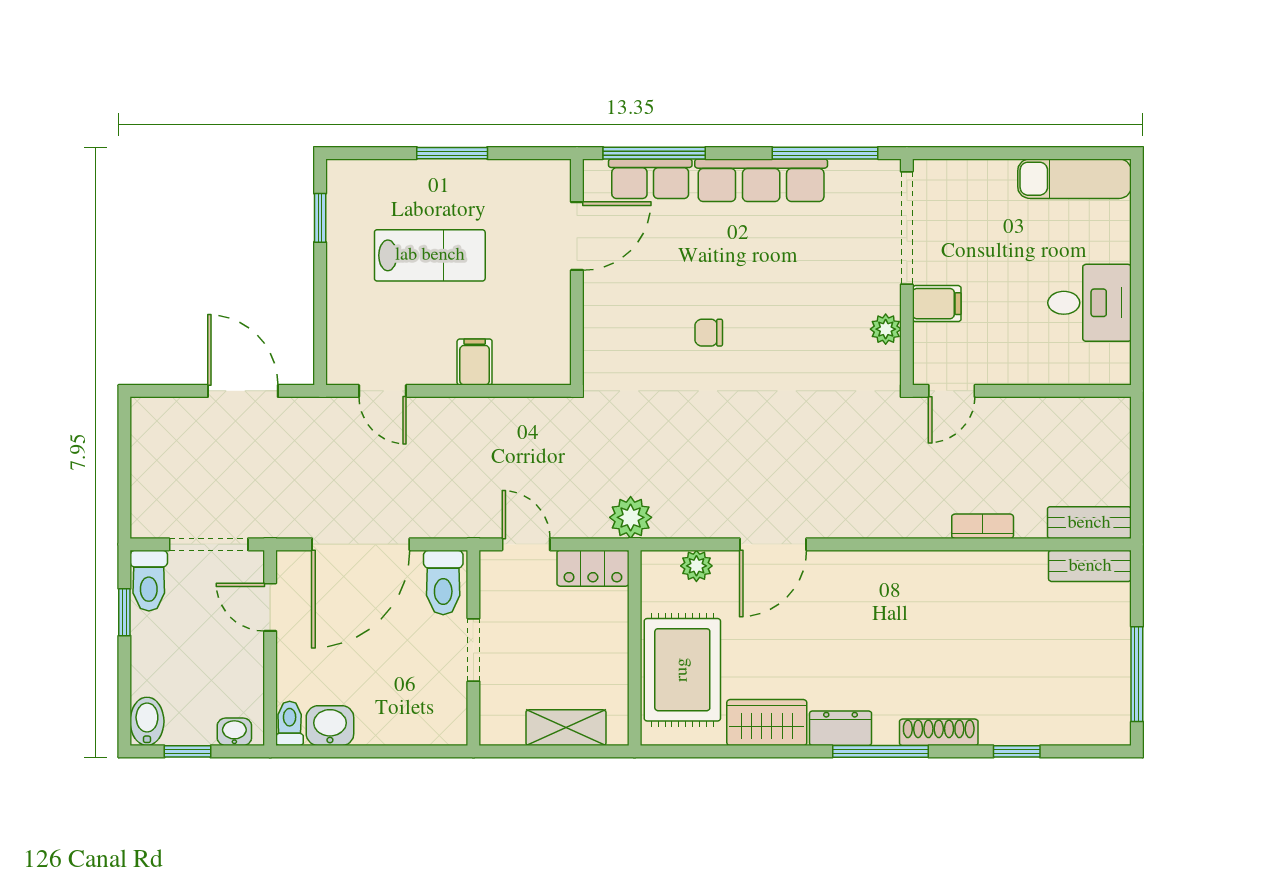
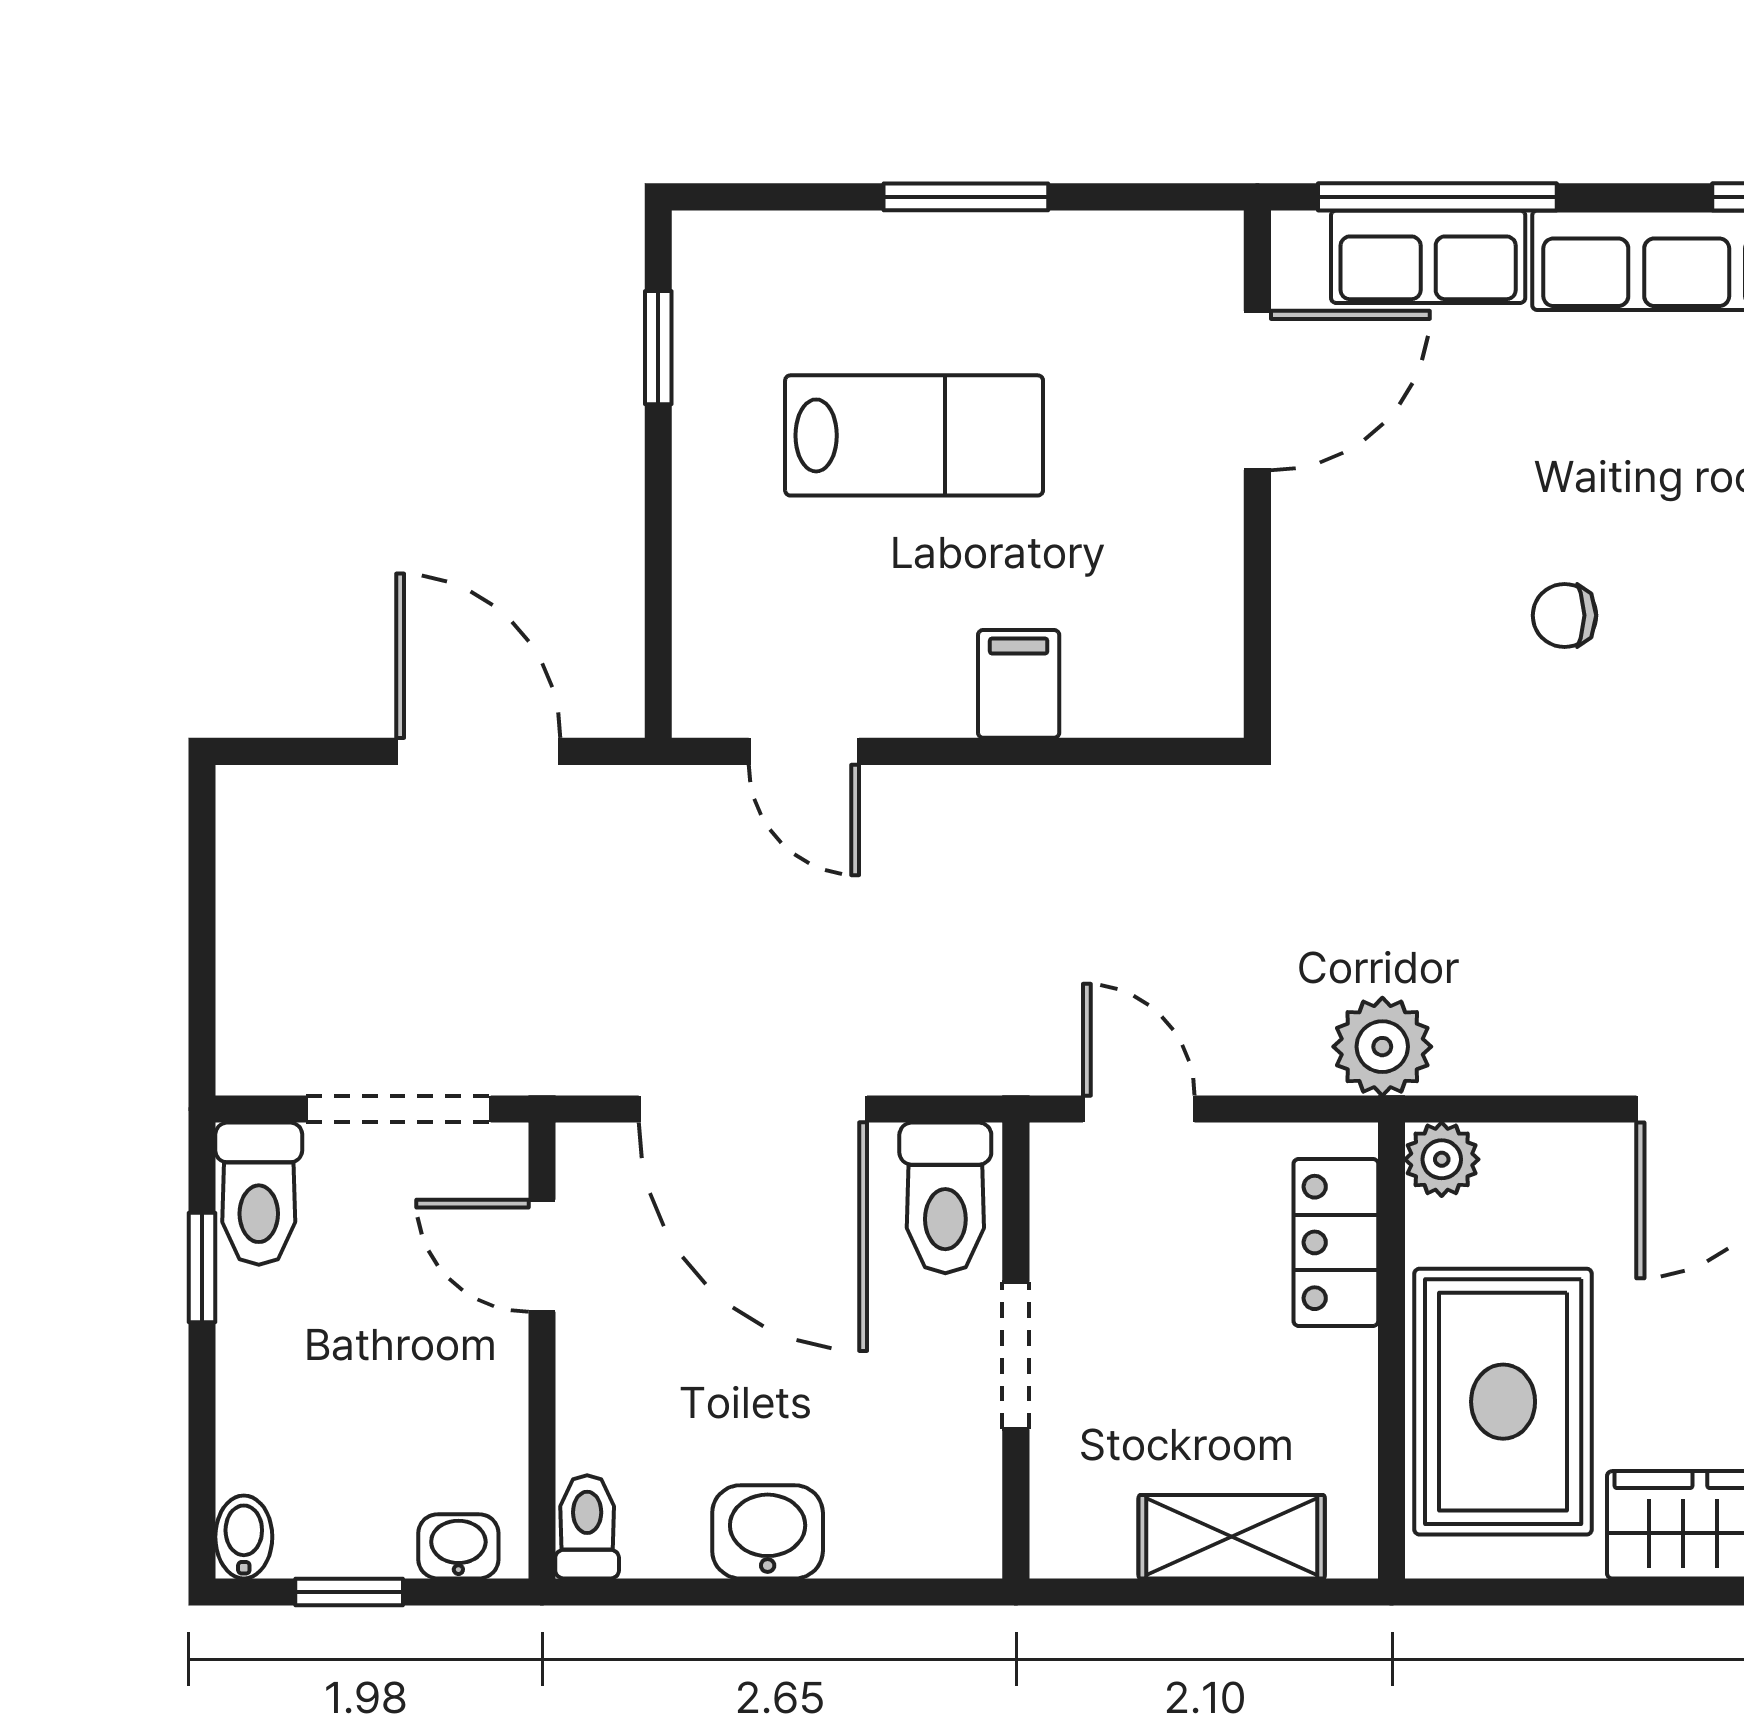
door: (361, 544) -> (753, 1109), hinge flipped
plant: (696, 566) -> (1442, 1159), moved
locker: (593, 568) -> (1336, 1242), moved, turned 90
bidet: (147, 721) -> (244, 1537), width x0.72, depth x0.74
washbasin: (330, 726) -> (768, 1532), moved

